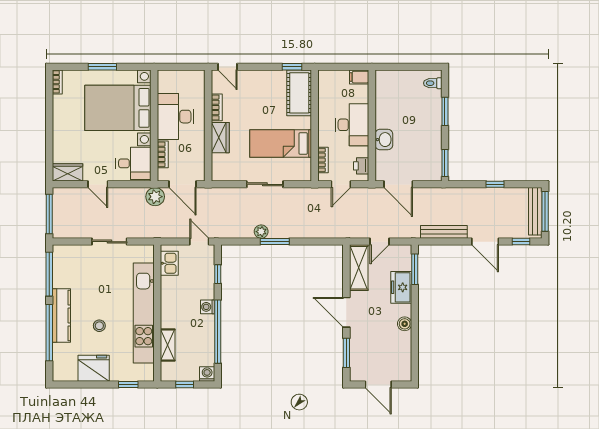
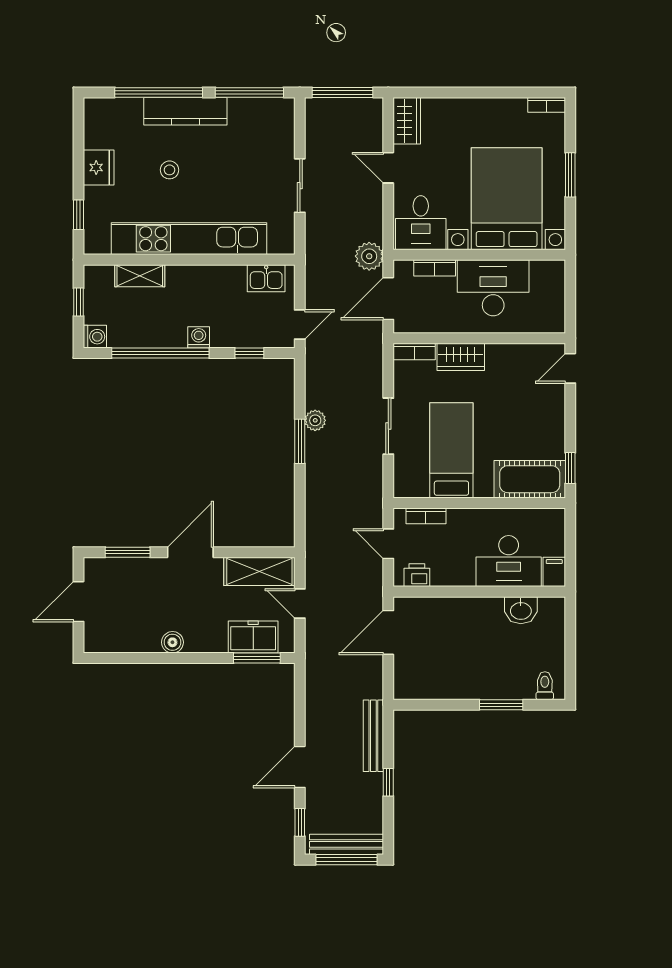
bookcase: (217, 107) -> (414, 352), moved
desk: (352, 125) -> (509, 561), moved
washbasin: (384, 140) -> (521, 610), moved
window: (445, 163) -> (421, 705), removed
door: (98, 184) -> (388, 168), hinge flipped
bench: (444, 232) -> (373, 736), moved
freezer: (401, 287) -> (253, 637), moved
fridge: (94, 368) -> (99, 167), width x0.73, depth x0.75

